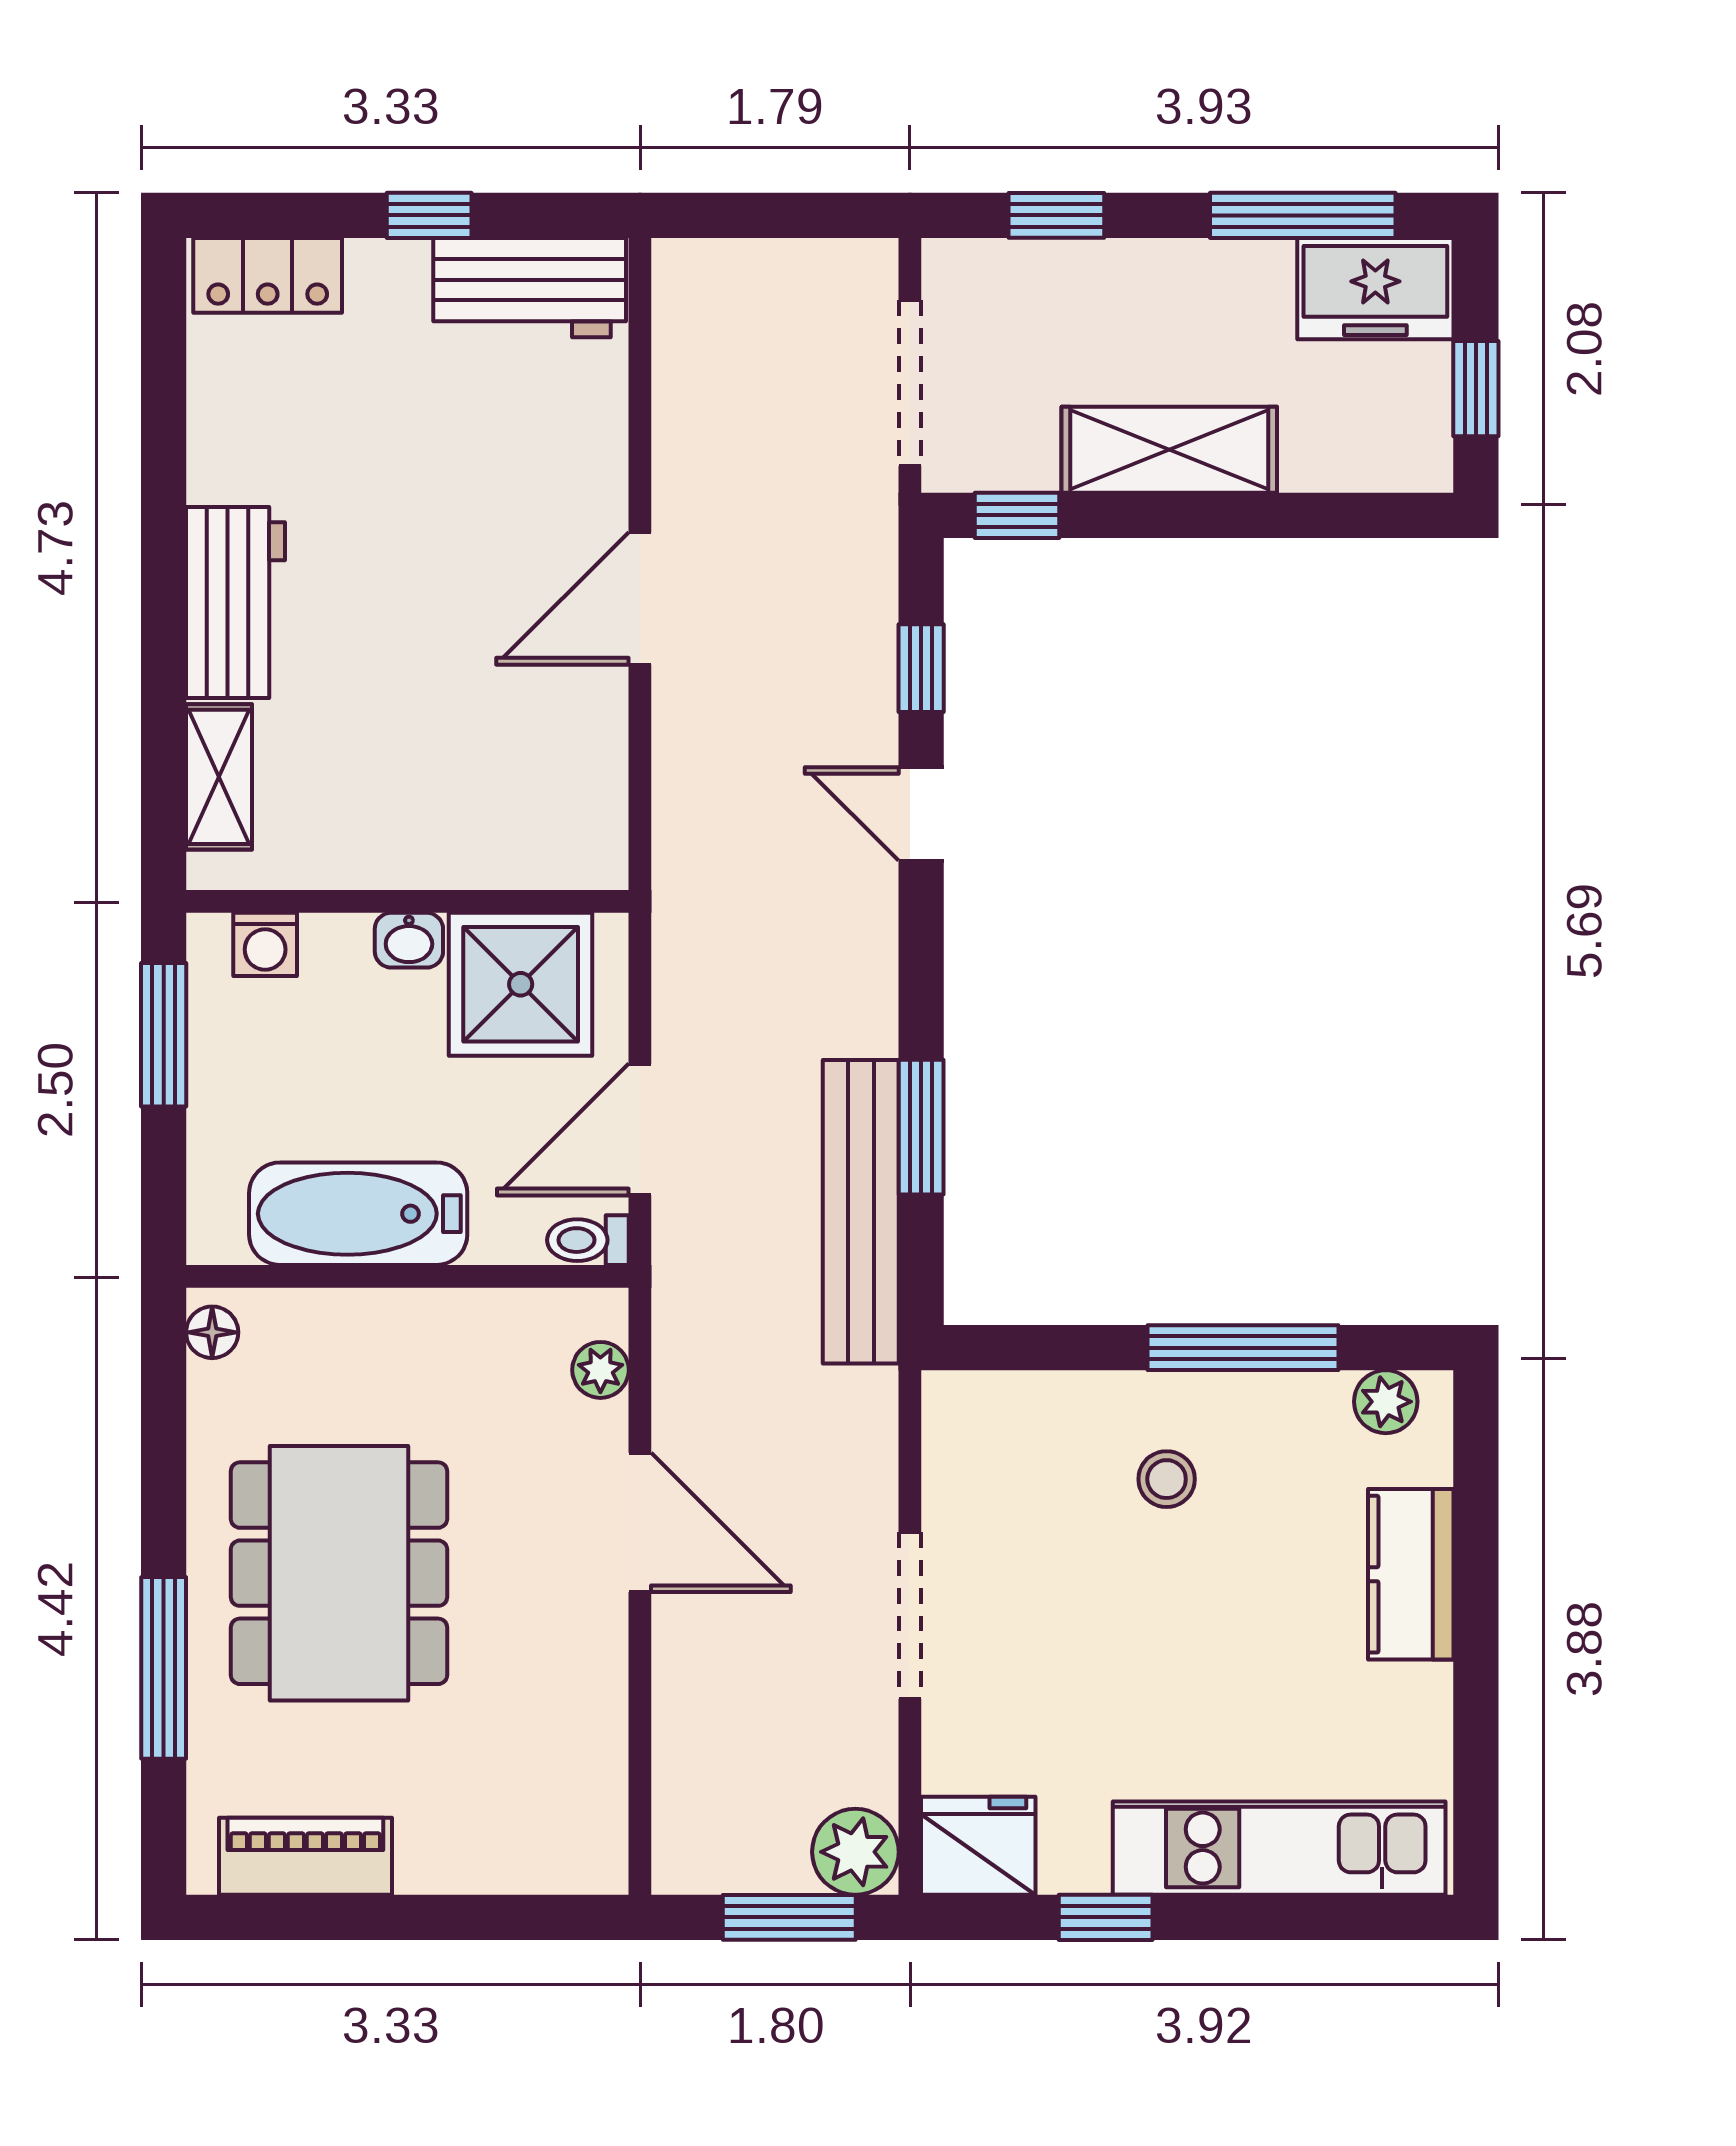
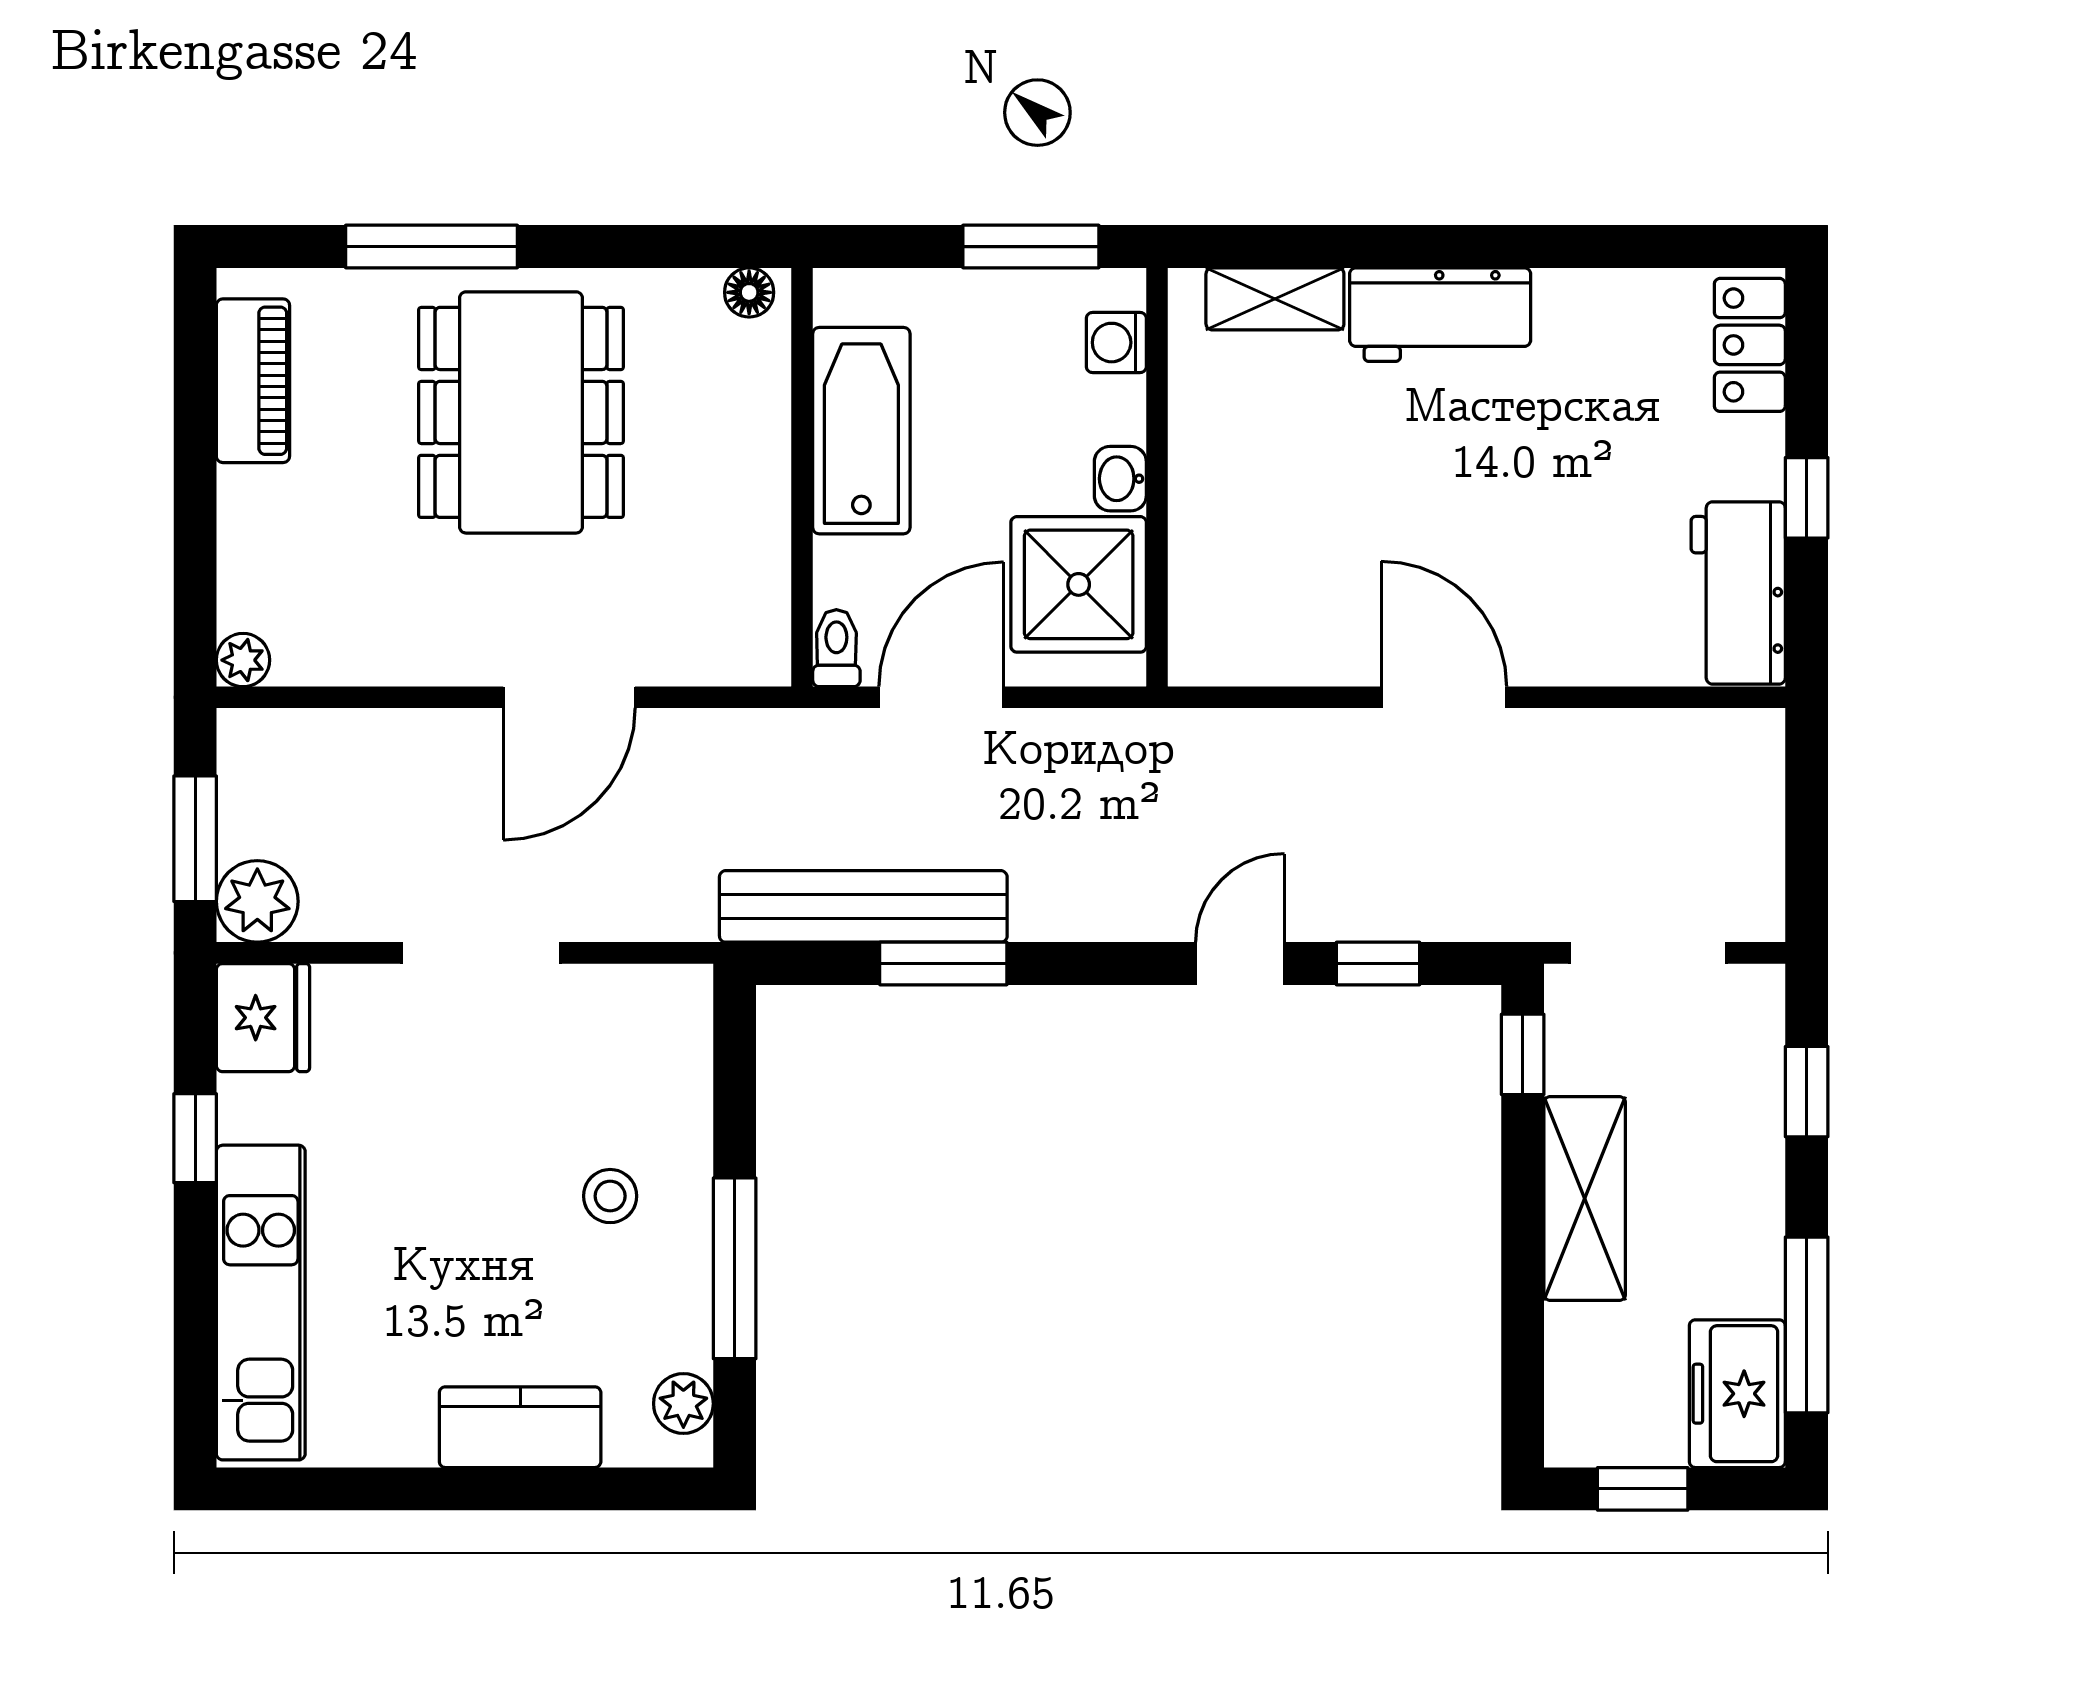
door: (640, 1129) -> (941, 697), hinge flipped
plant: (600, 1370) -> (243, 660), moved
dining table: (339, 1573) -> (521, 412), turned 90

